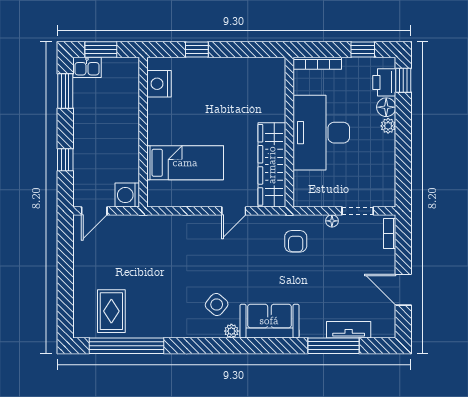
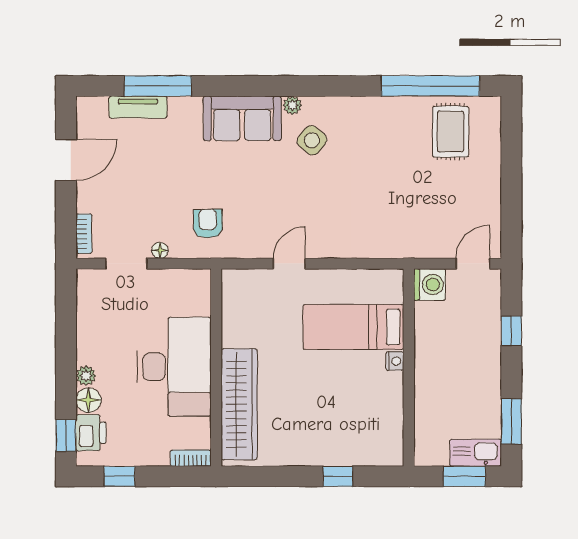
bookcase: (317, 63) -> (191, 458), width x0.64
kitchen sink: (87, 67) -> (476, 453), width x1.38
nightstand: (159, 84) -> (395, 361), moved, width x0.53, depth x0.56
wardrobe: (272, 165) -> (239, 404), moved
door: (403, 290) -> (66, 160), hinge flipped

